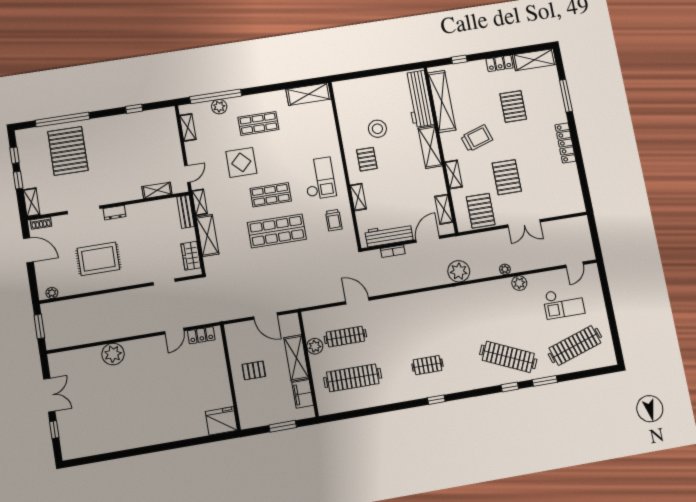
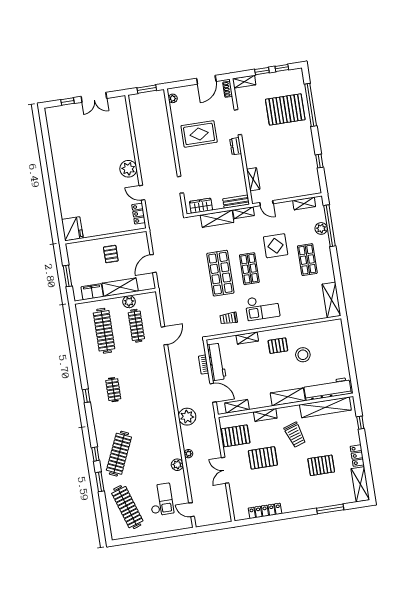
locker: (565, 143) -> (265, 511), moved
rug: (98, 259) -> (199, 134), turned 90
checkout: (564, 303) -> (161, 500), turned 180
plant: (113, 354) -> (128, 169), moved

